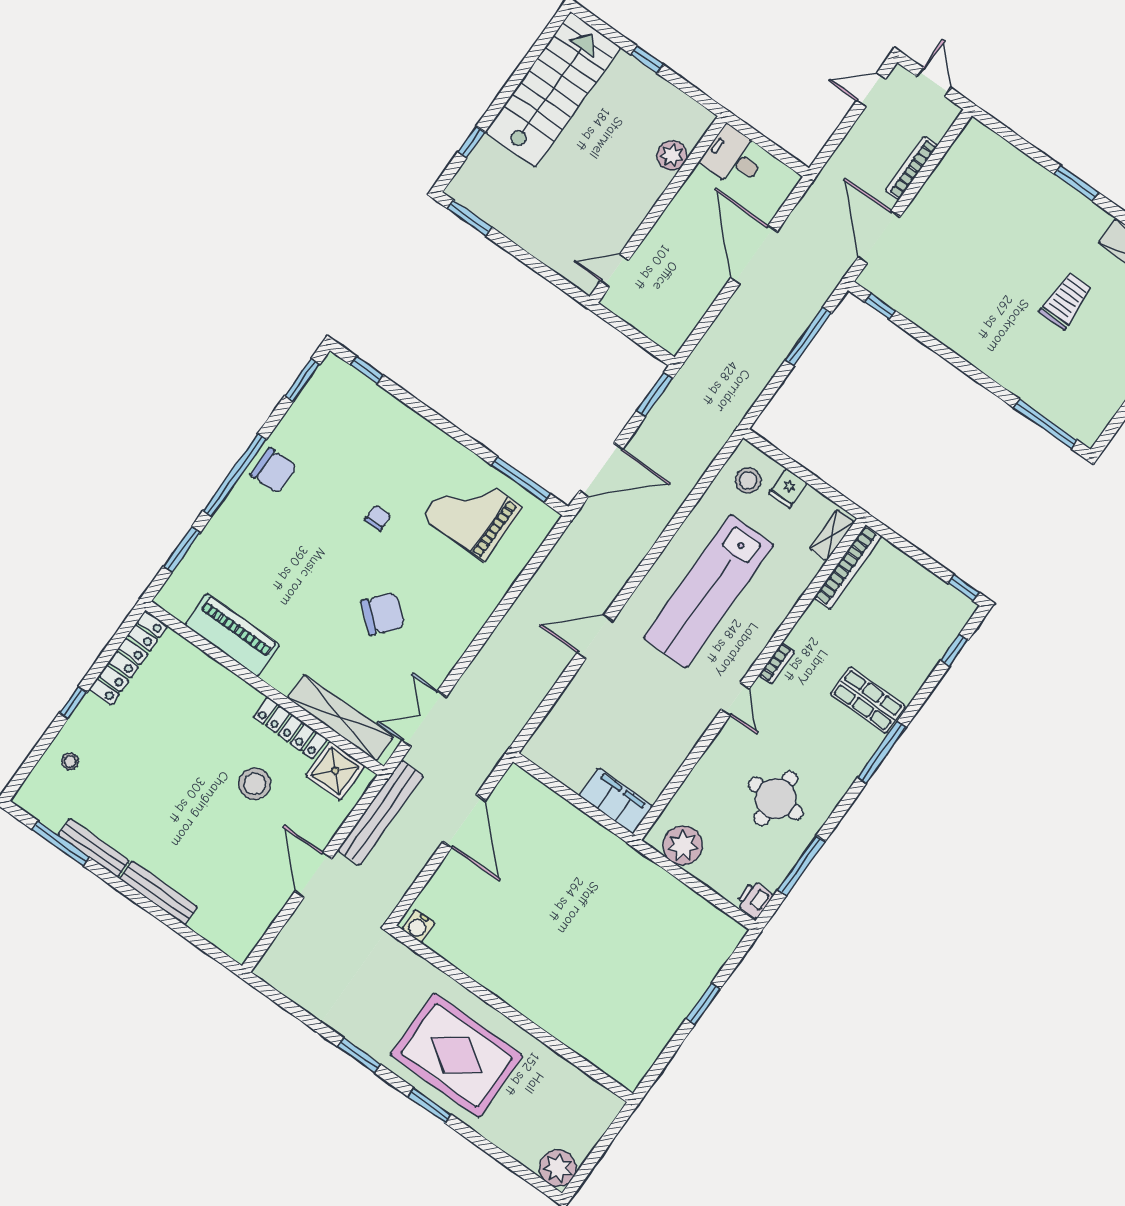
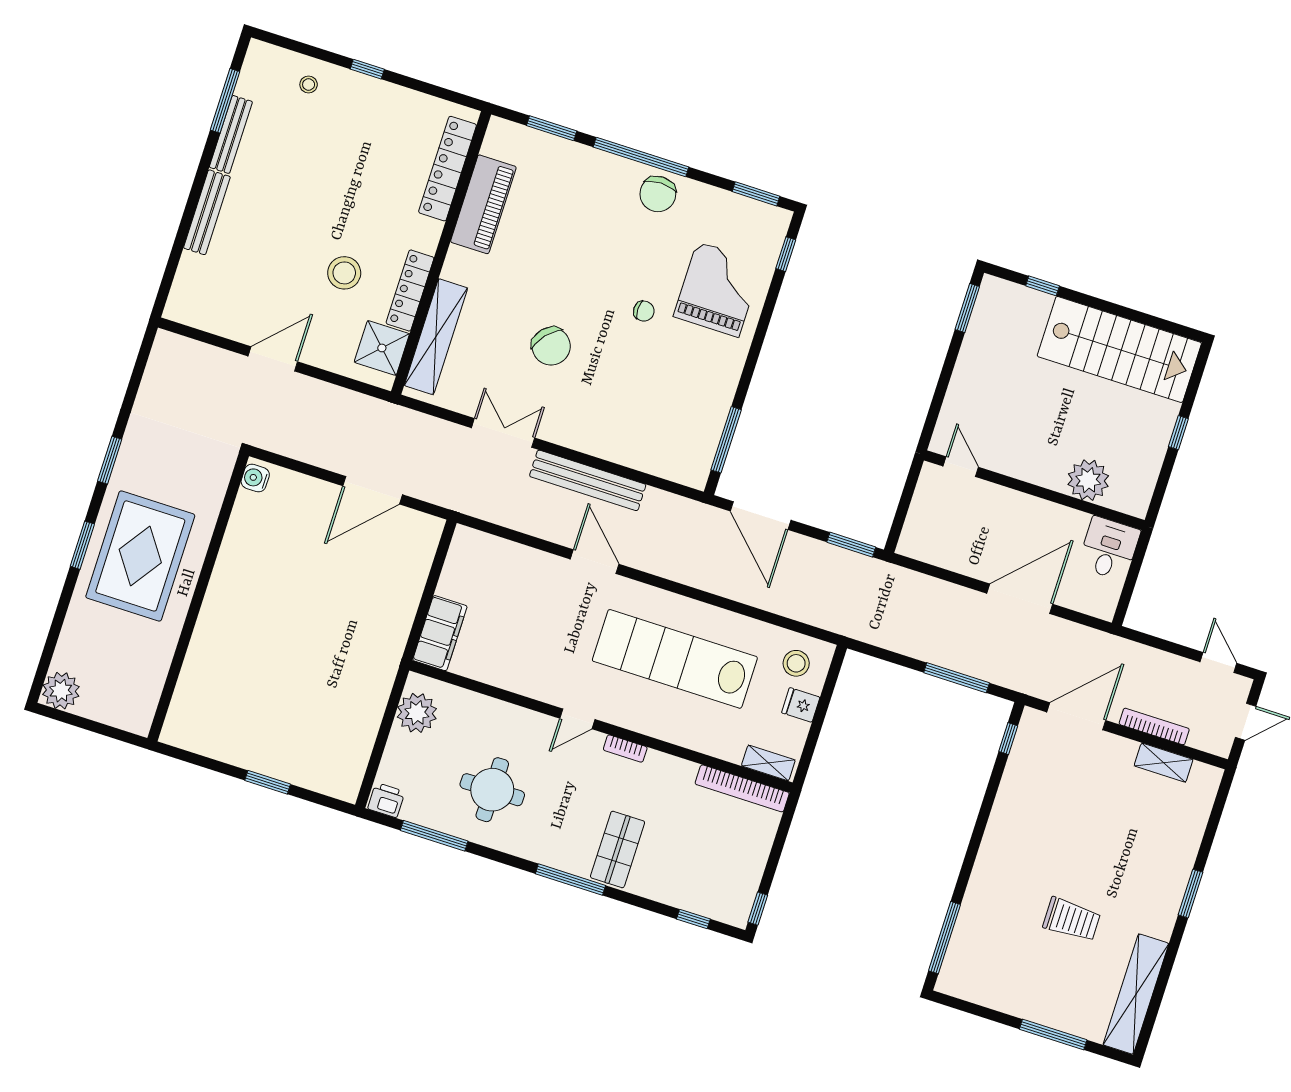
plant: (672, 155) -> (1088, 480), width x1.36, depth x1.36
shelving: (948, 170) -> (1164, 763), added
grand piano: (472, 513) -> (718, 289), moved
locker: (128, 658) -> (448, 169), moved, turned 90
double door: (424, 719) -> (503, 433), moved
bench: (380, 813) -> (588, 480), moved

